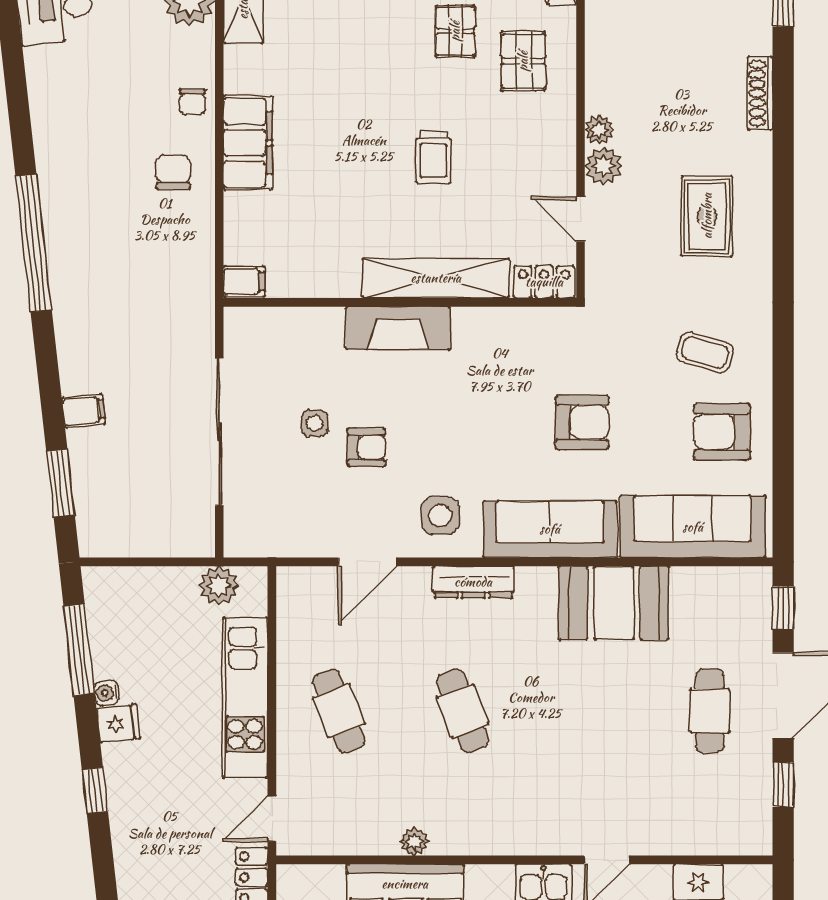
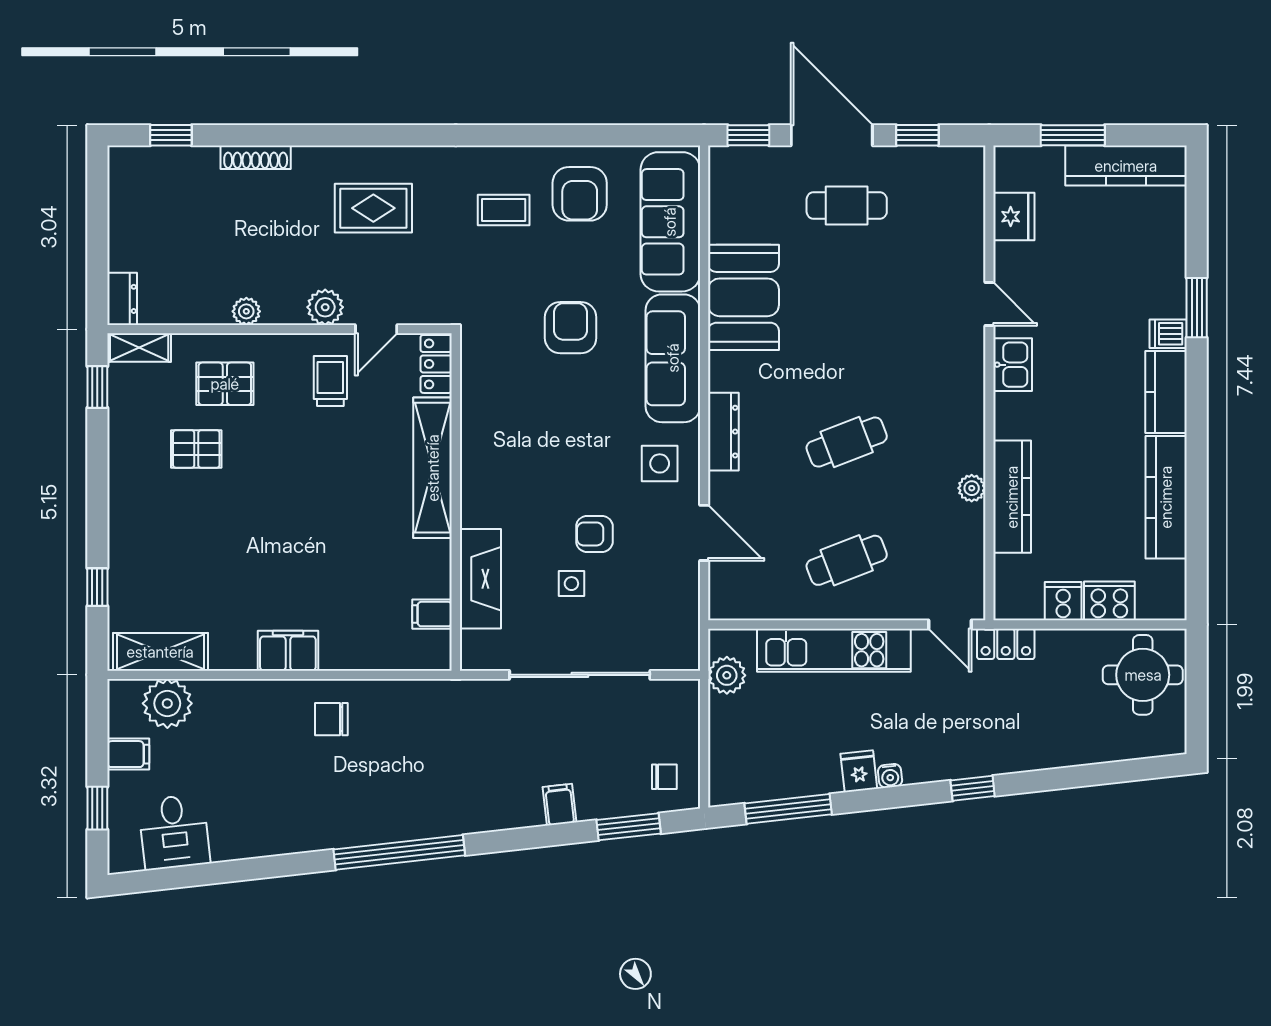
chair: (192, 102) -> (664, 777), moved
plant: (599, 130) -> (246, 311), moved
filing cabinet: (248, 143) -> (288, 651), width x0.67, depth x0.86
trolley: (433, 157) -> (330, 381), moved, turned -90
filing cabinet: (244, 282) -> (432, 614), moved, turned -90
fireplace: (398, 328) -> (480, 579), moved
coffee table: (705, 352) -> (504, 210), turned 74
armchair: (366, 447) -> (594, 534), turned -90
water cooler: (107, 693) -> (890, 776), moved
window: (95, 791) -> (973, 788), moved

